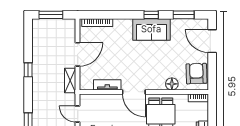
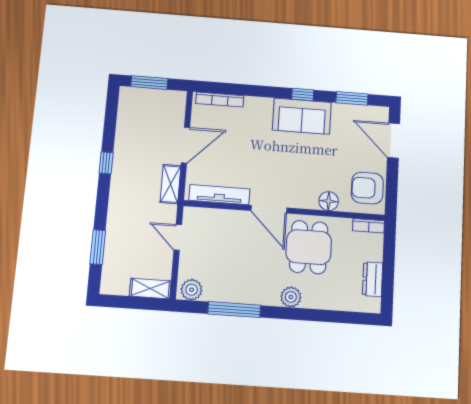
armchair: (196, 74) -> (367, 188), turned -88
tv unit: (107, 85) -> (219, 195), width x1.41

